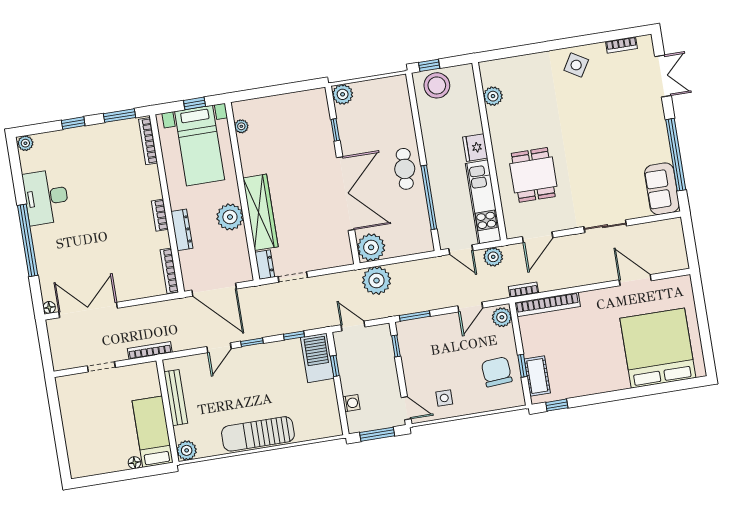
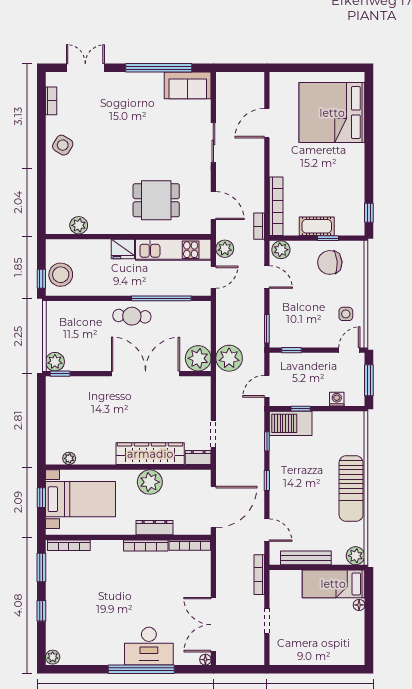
window: (335, 130) -> (60, 374), moved
desk: (46, 197) -> (149, 646), moved
bookcase: (160, 215) -> (146, 545), width x1.56
door: (219, 348) -> (267, 530), moved
cot: (537, 376) -> (317, 226), moved

